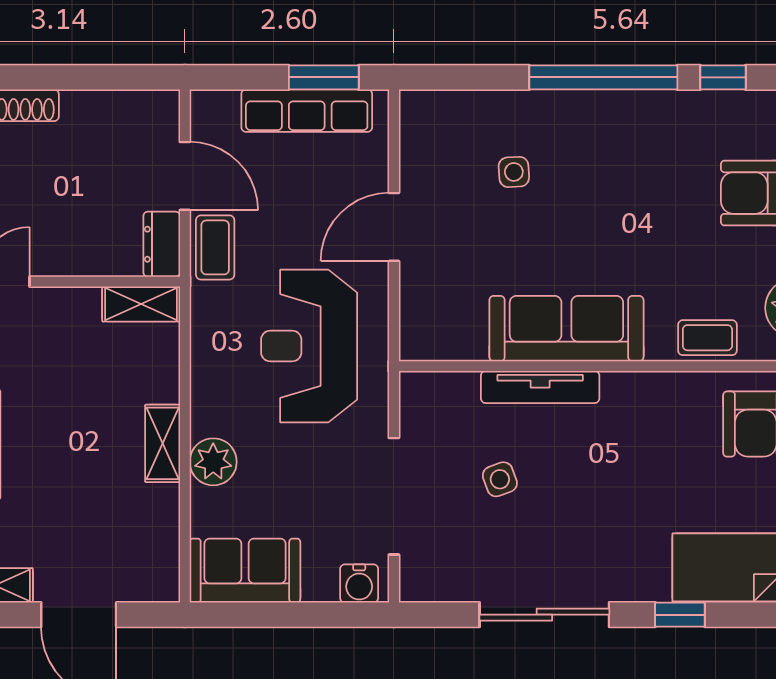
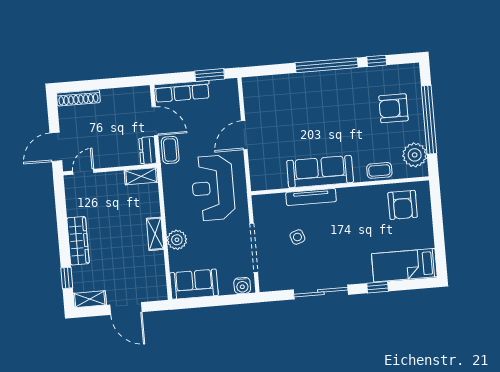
row of seats: (307, 111) -> (182, 91), moved
side table: (514, 172) -> (293, 108), removed

